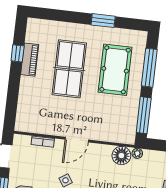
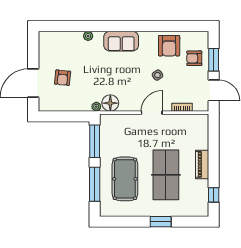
window: (103, 21) -> (161, 222), moved
window: (18, 53) -> (214, 195), moved
piano: (30, 60) -> (202, 164), moved

